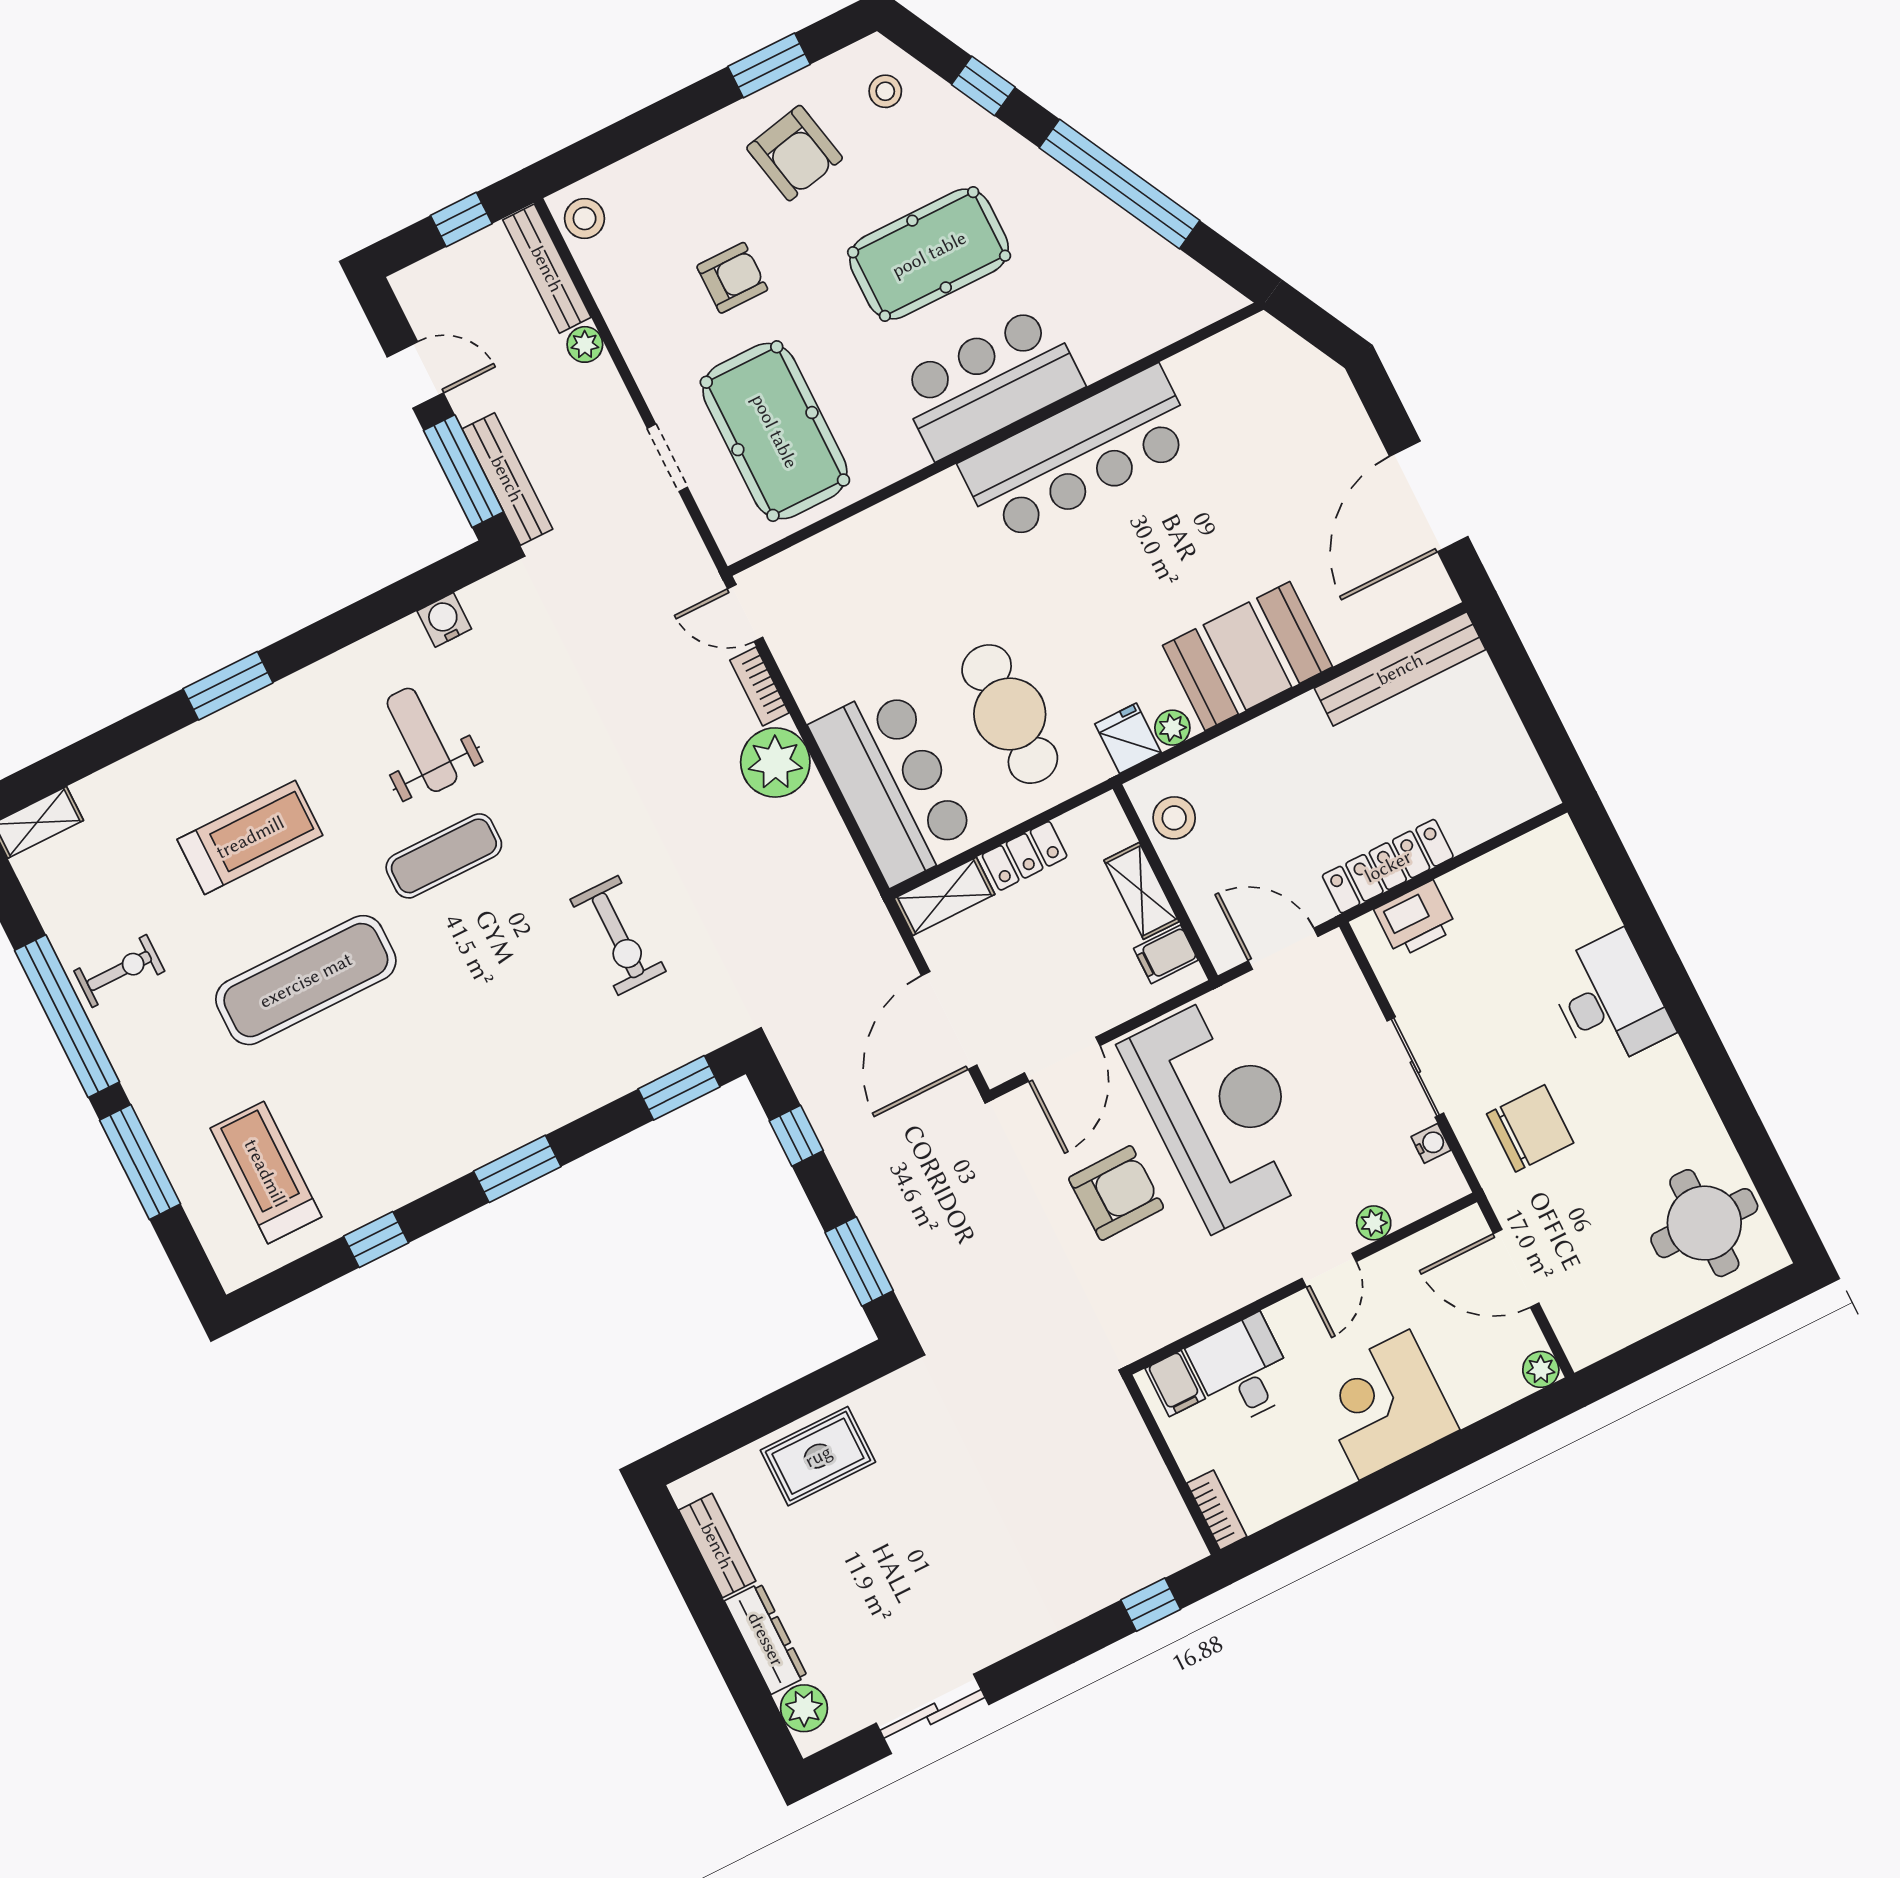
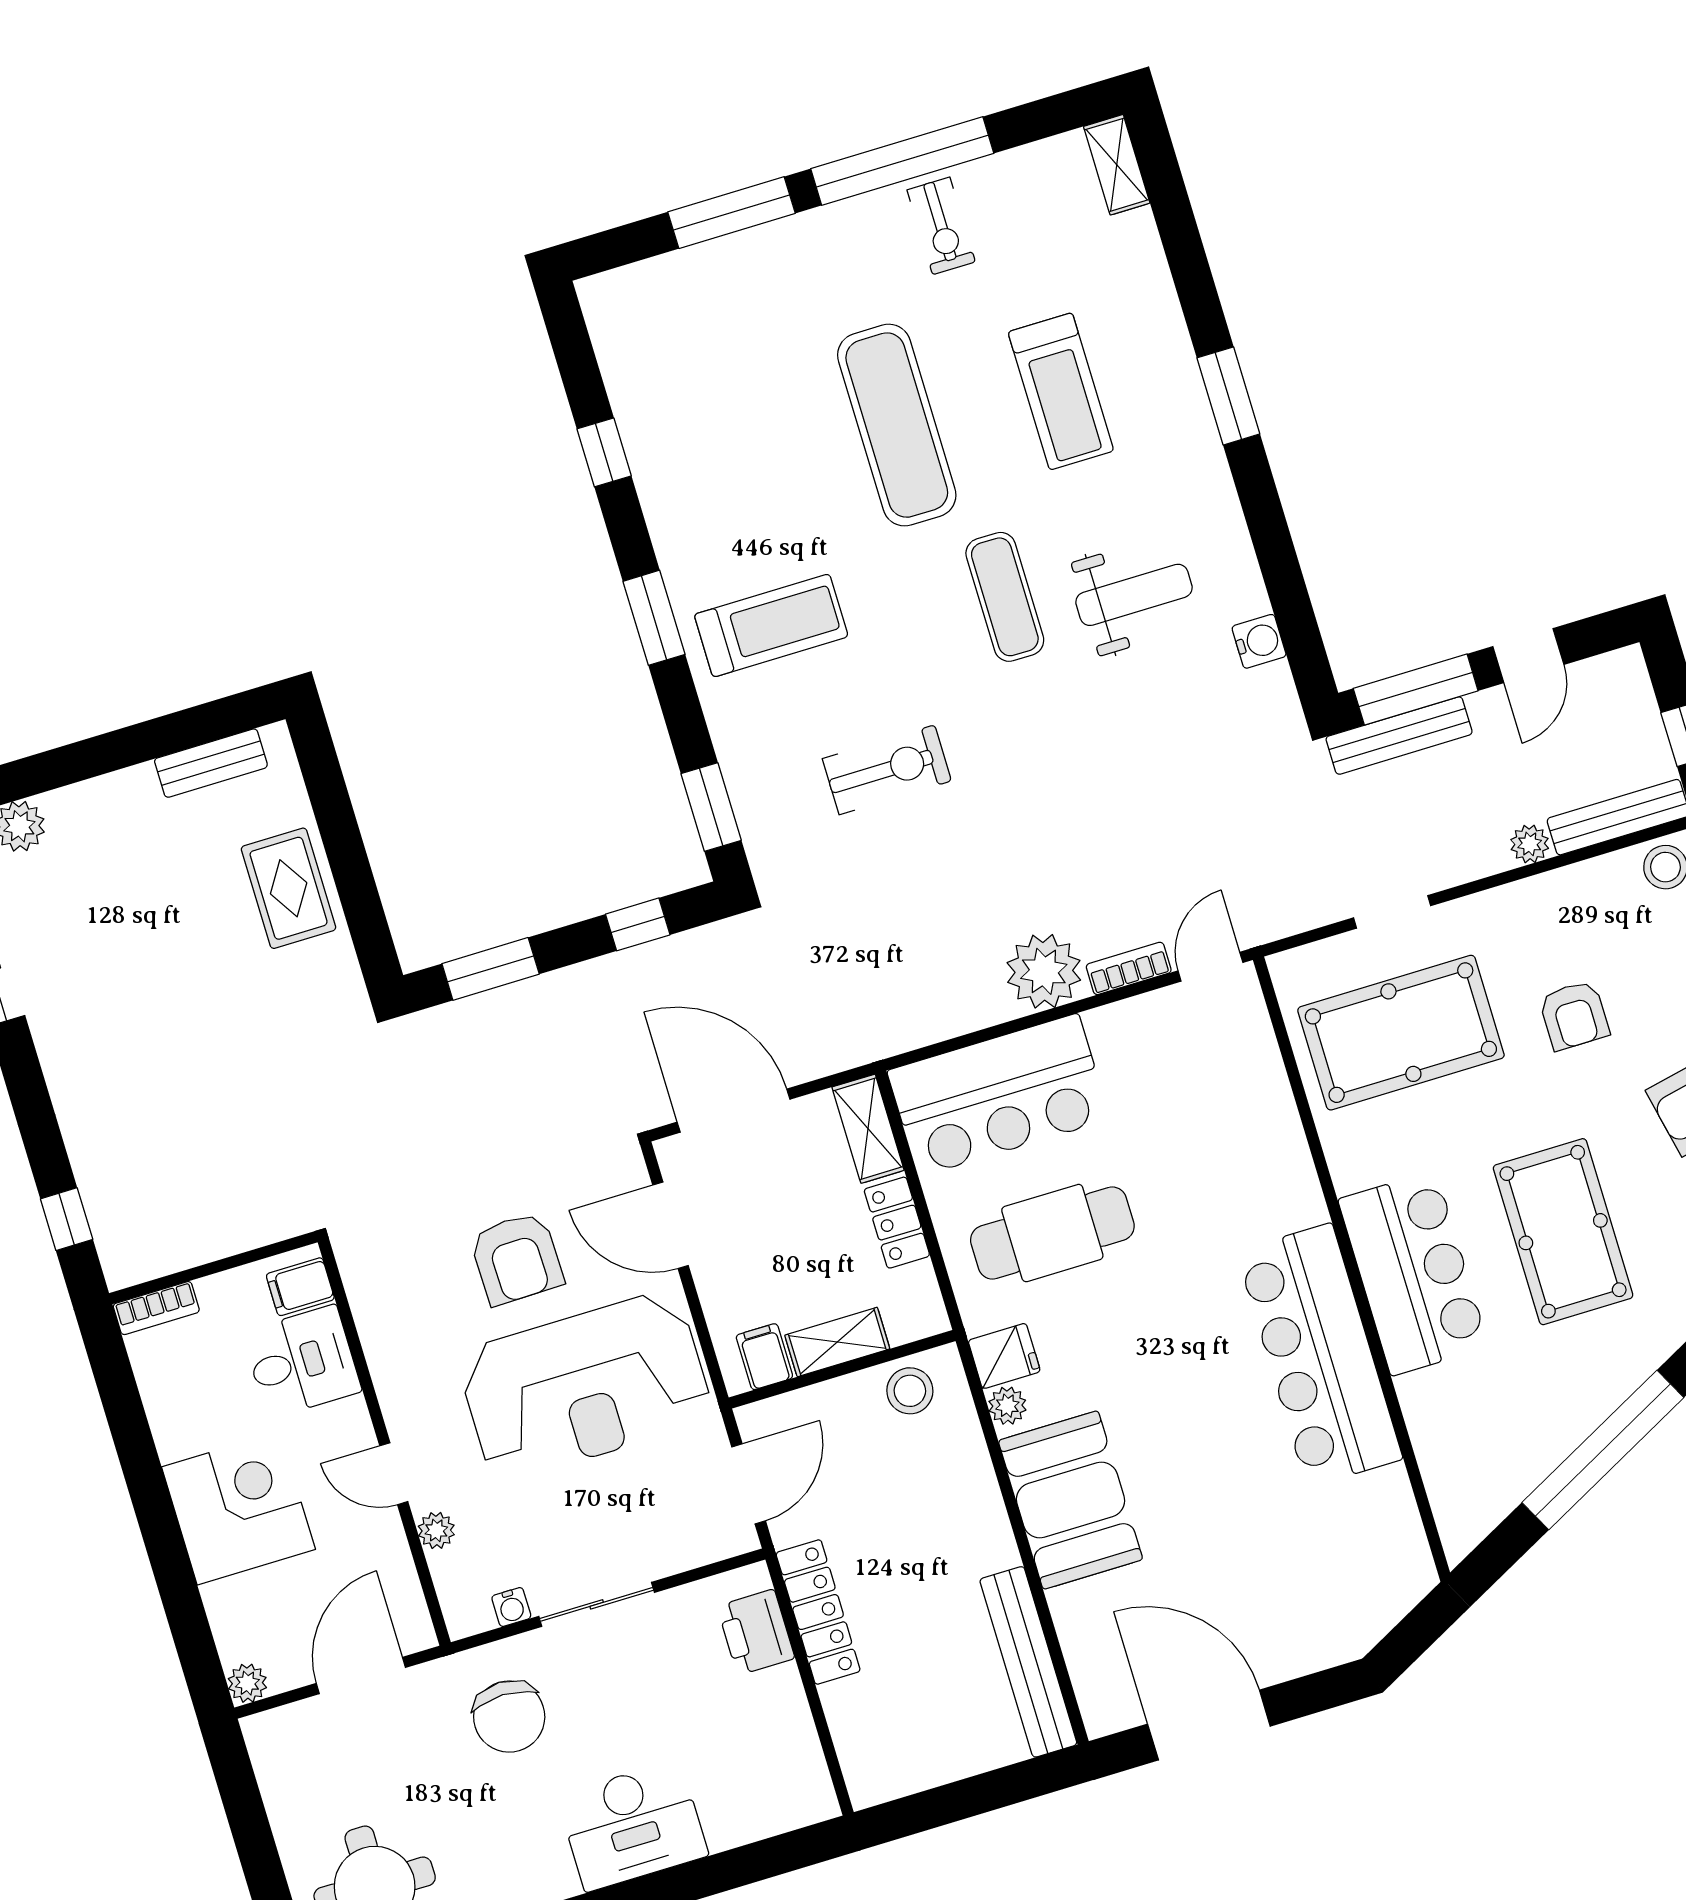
exercise bike: (618, 935) -> (887, 770), turned 180
treadmill: (266, 1173) -> (771, 625), moved
dresser: (766, 1639) -> (102, 798), removed

